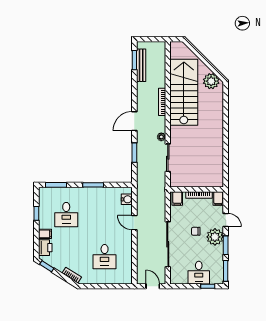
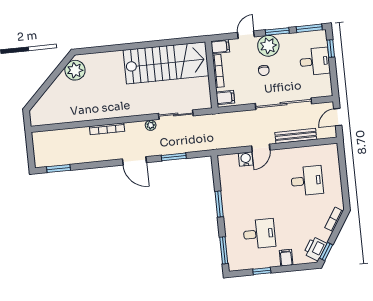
bench: (141, 65) -> (296, 136), moved
stairs: (184, 92) -> (166, 63), moved, turned 180
water cooler: (127, 199) -> (246, 159), moved
printer: (45, 248) -> (315, 249), moved, turned -58

